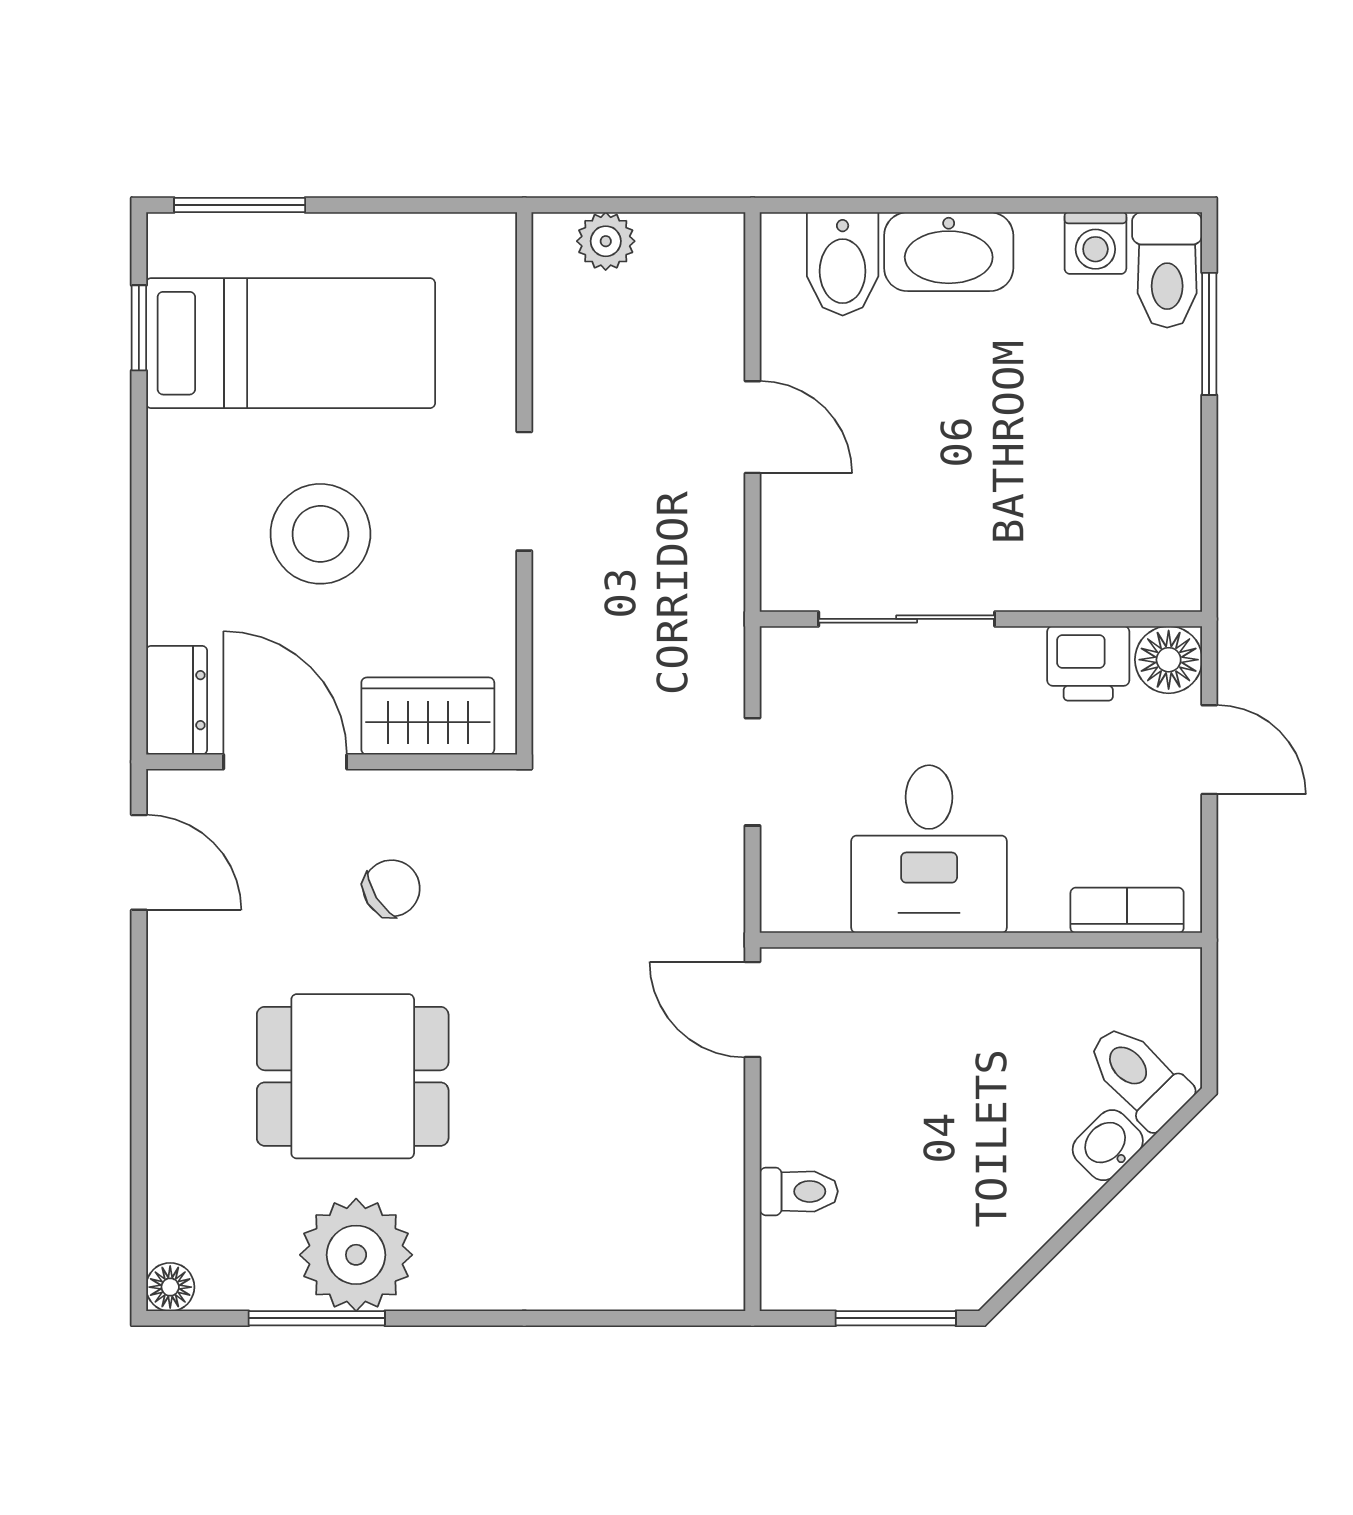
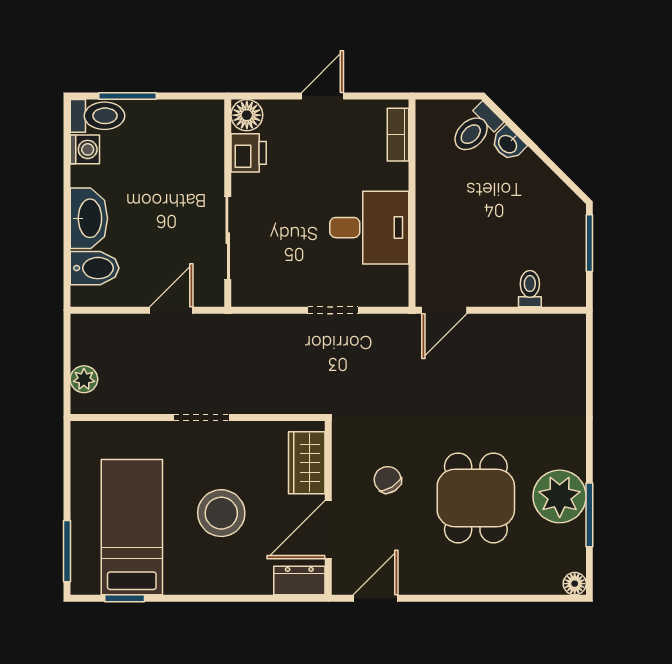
sliding door: (907, 619) -> (228, 238), moved
wall: (981, 619) -> (228, 203), moved
floor lamp: (1169, 660) -> (247, 115), moved
printer: (1088, 663) -> (249, 153), moved

